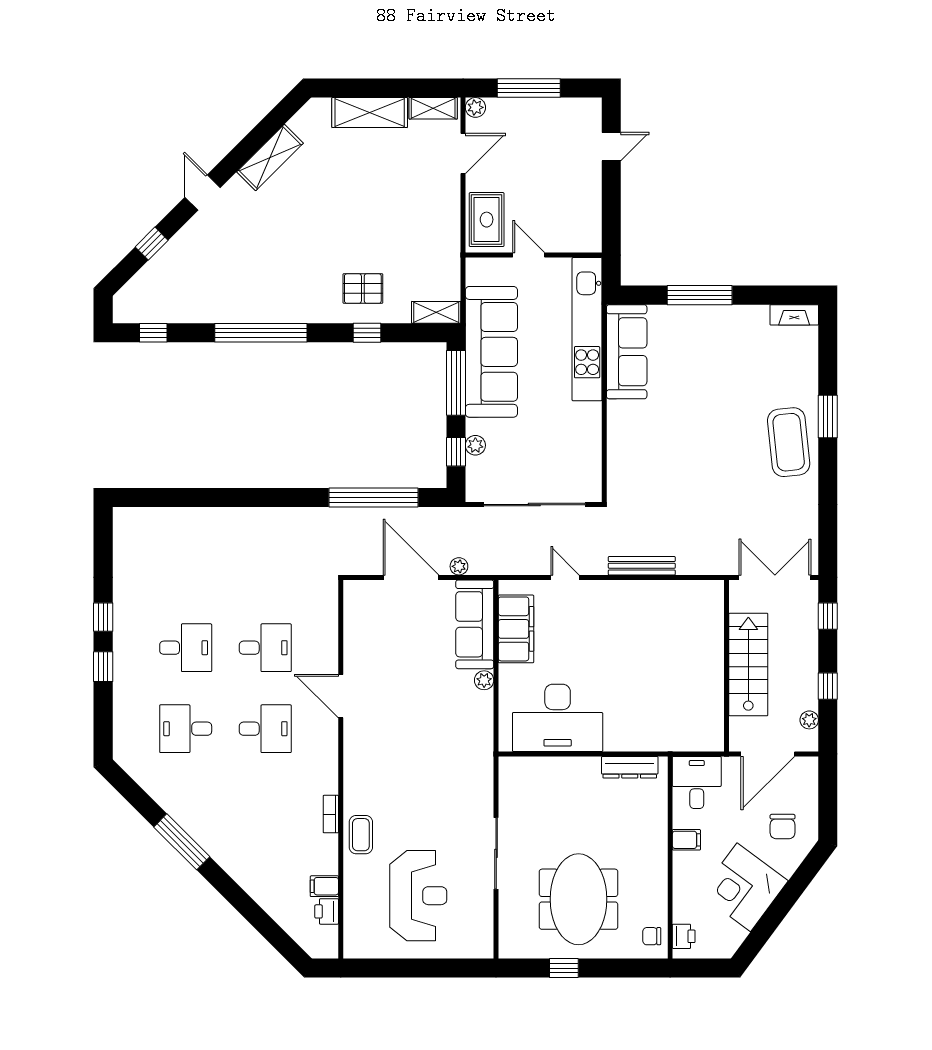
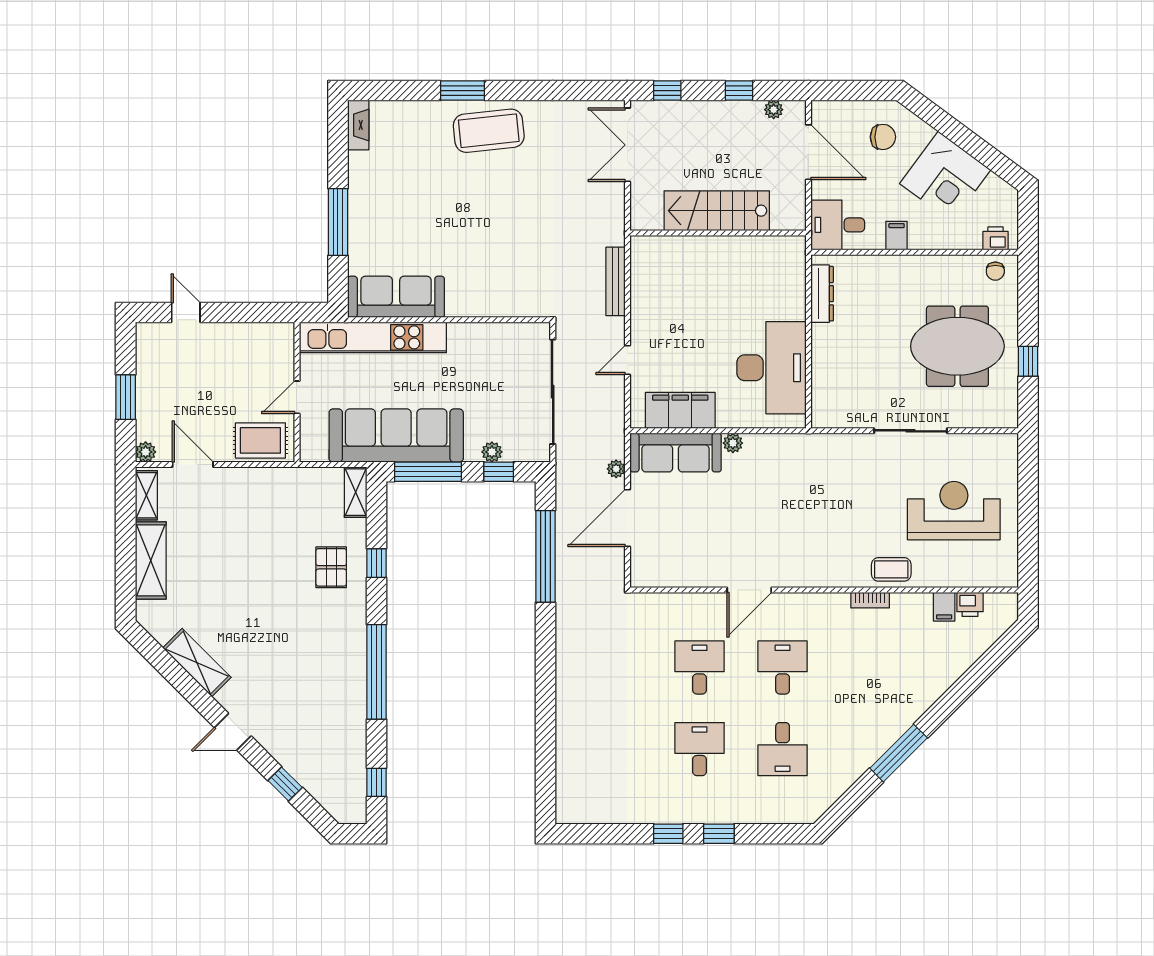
window: (529, 88) -> (126, 397), width x0.69
stairs: (748, 665) -> (717, 211), moved
wall: (727, 666) -> (718, 233), moved

